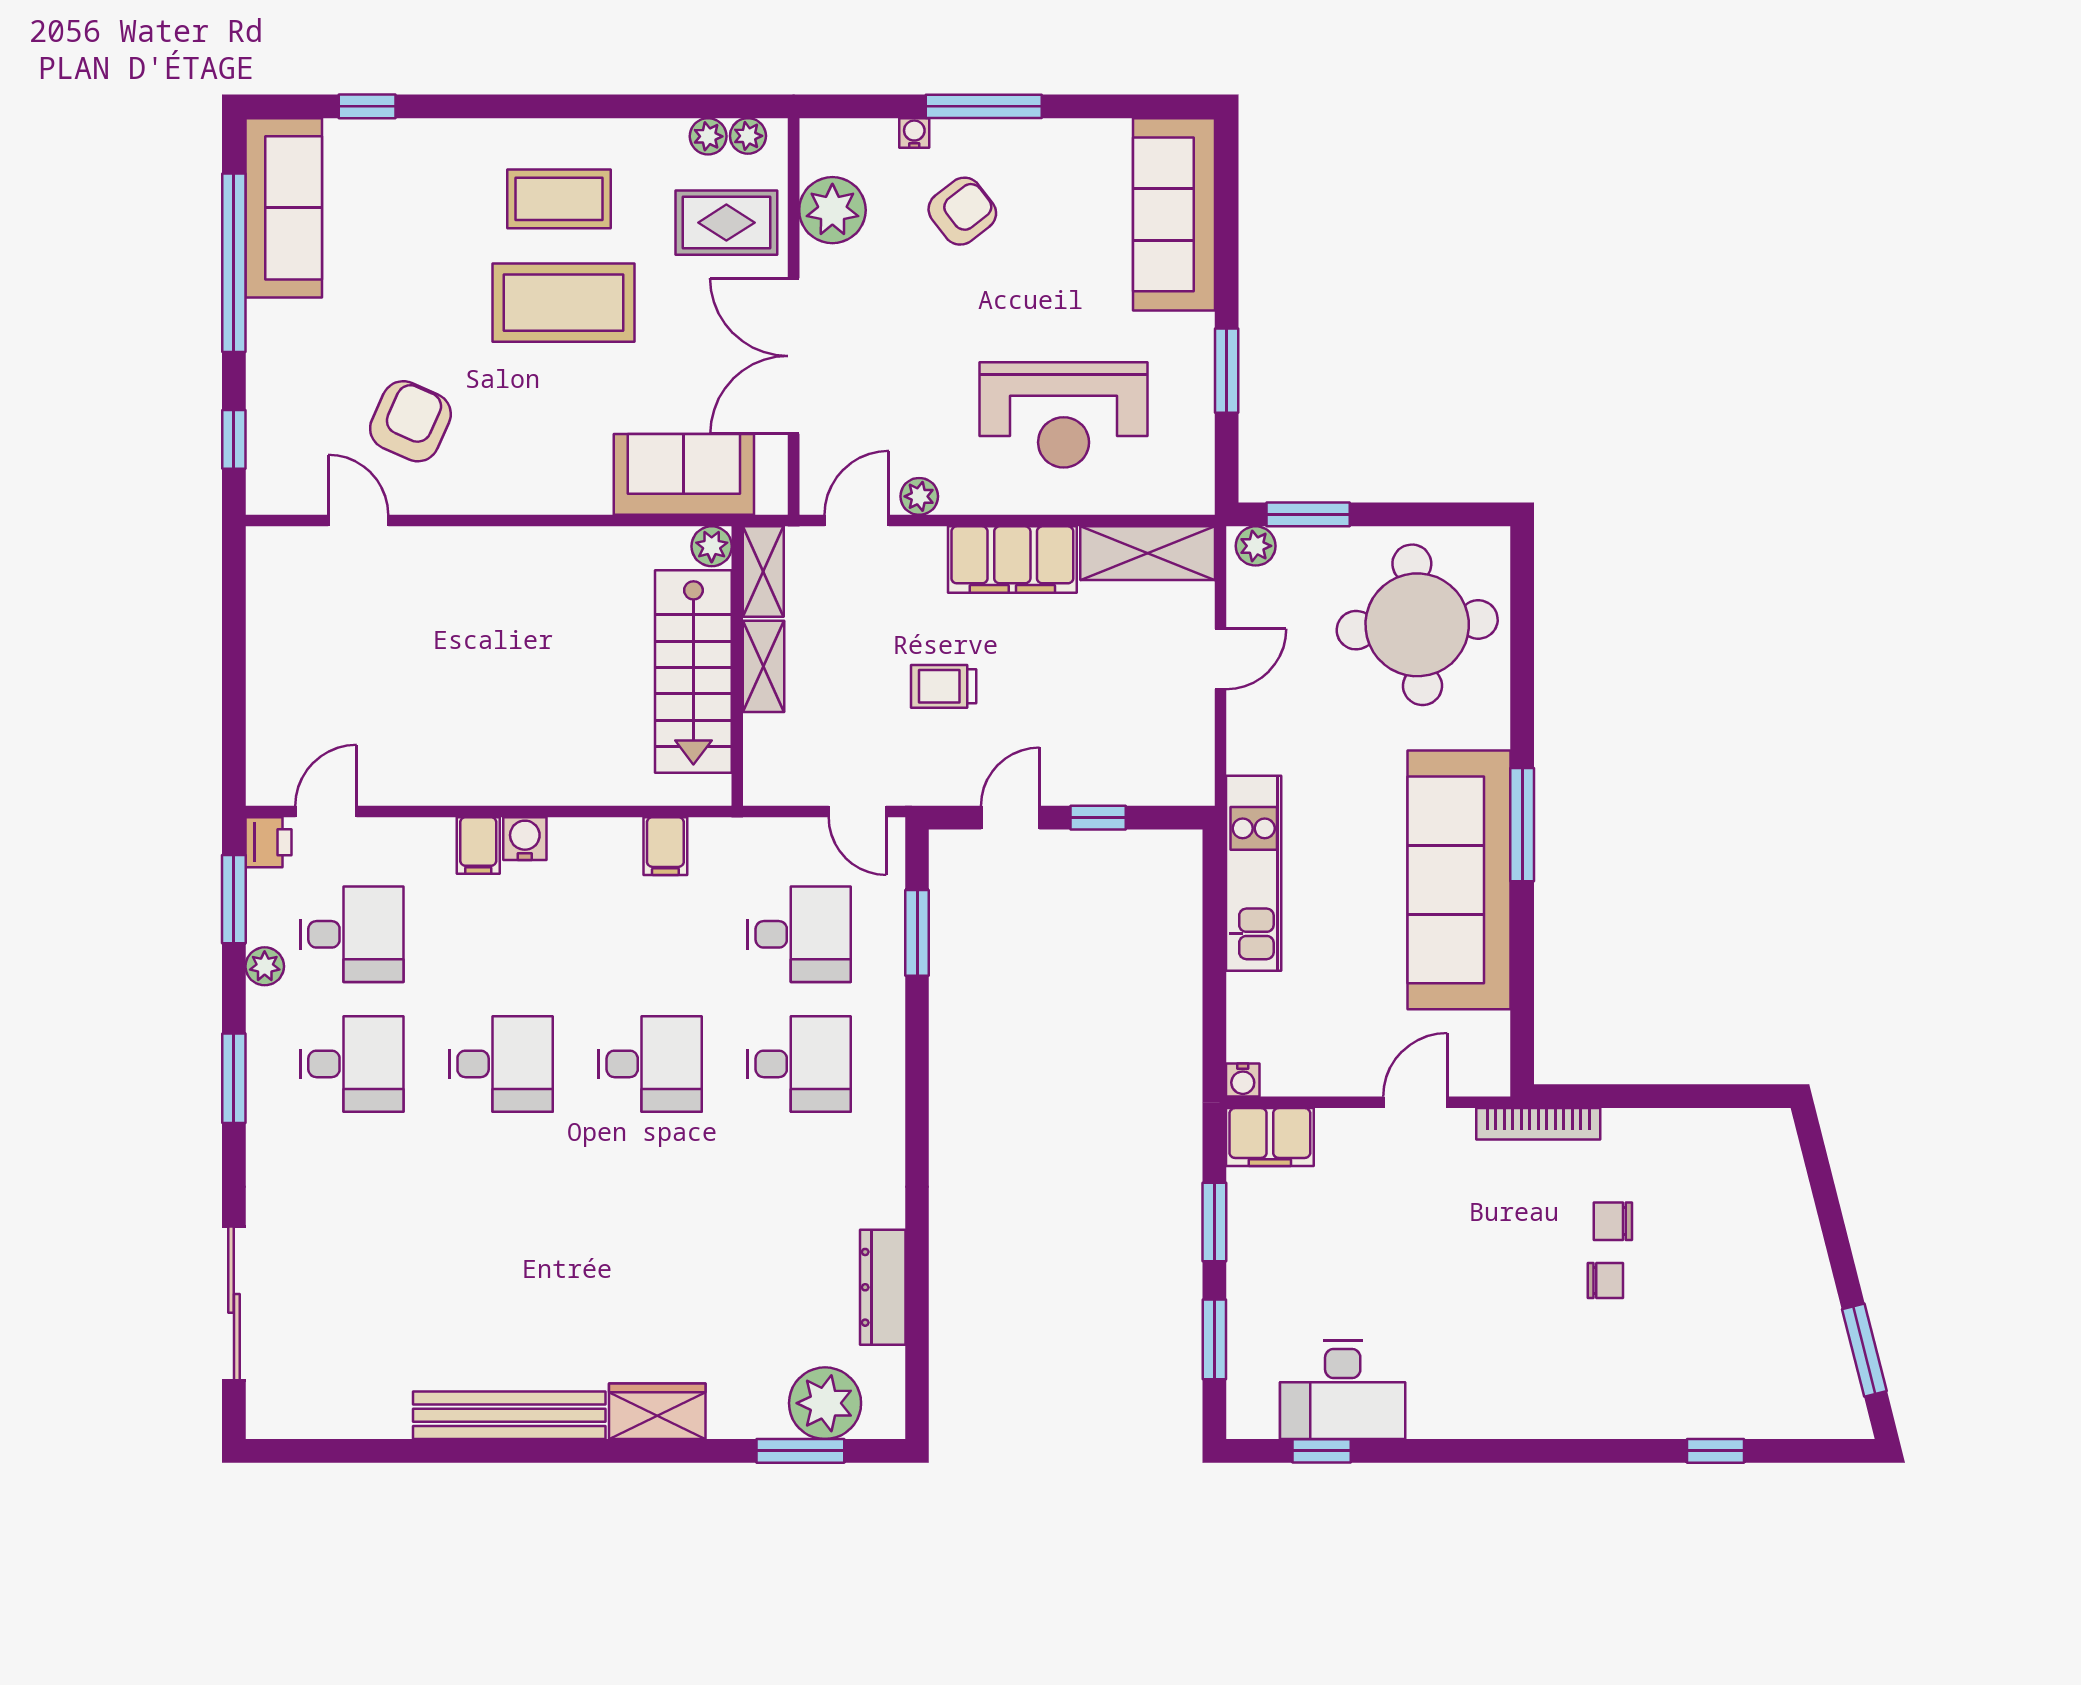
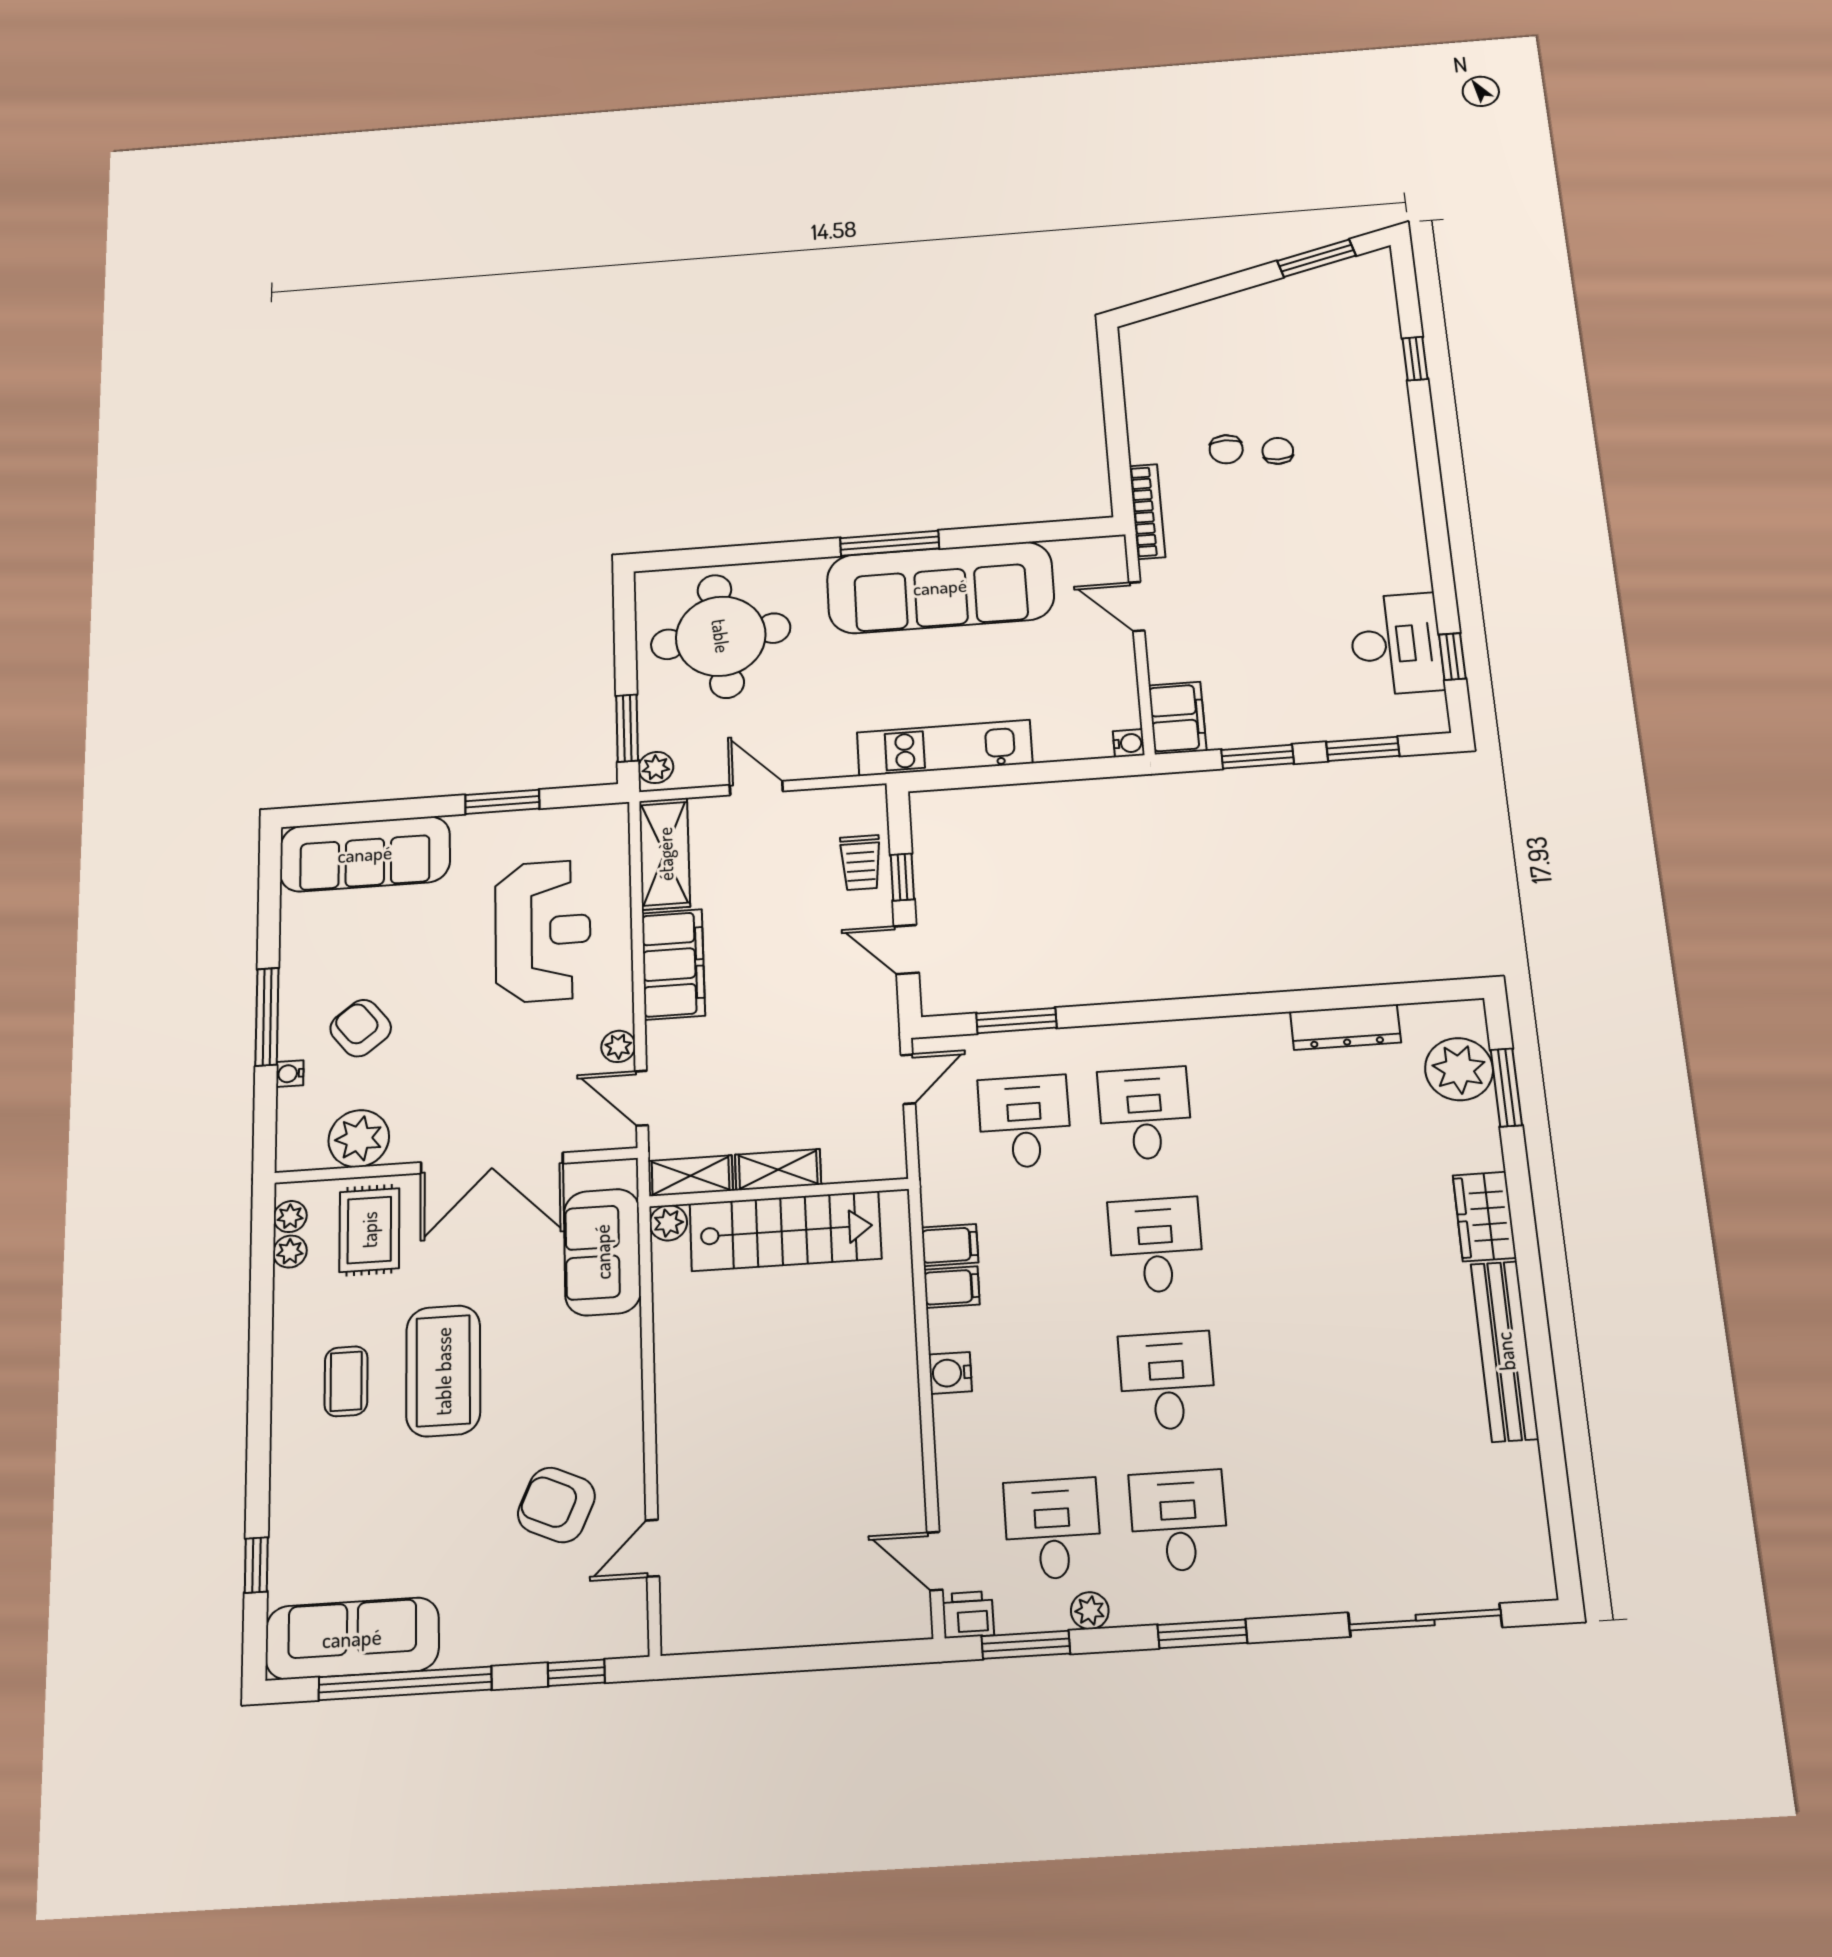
coffee table: (559, 199) -> (346, 1381), width x0.73, depth x0.77
trolley: (944, 686) -> (861, 863), moved
filing cabinet: (478, 845) -> (952, 1287), moved

